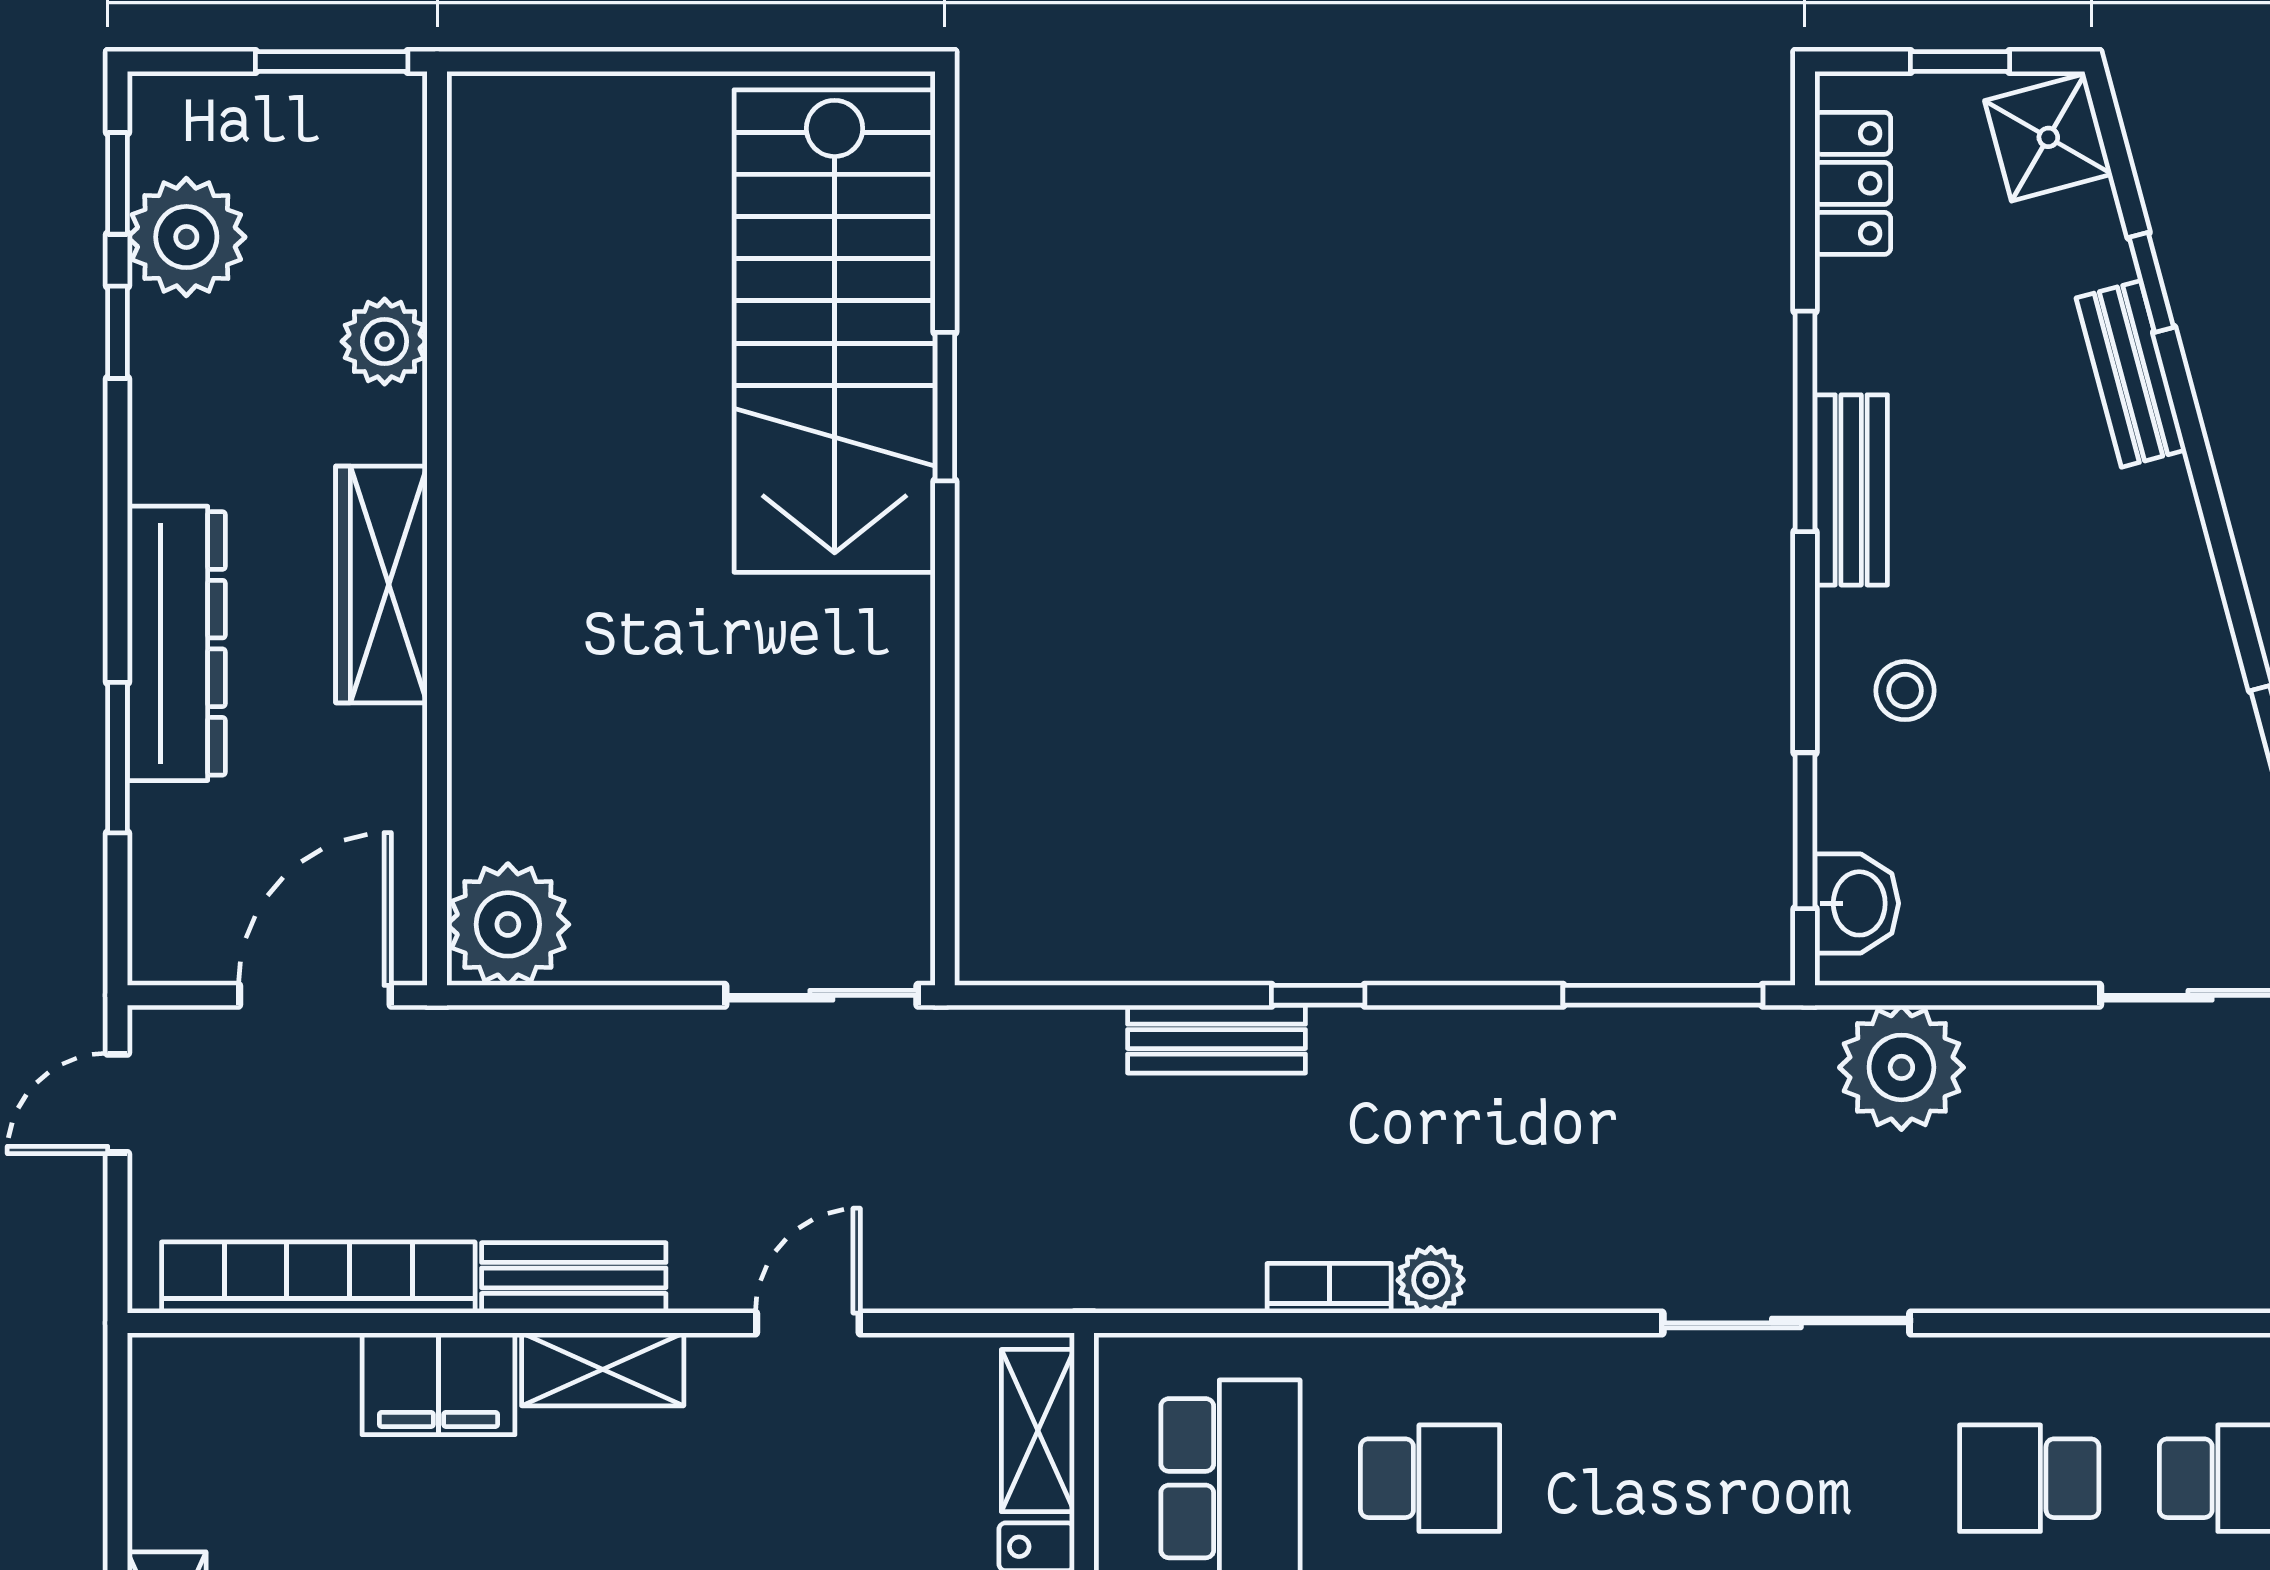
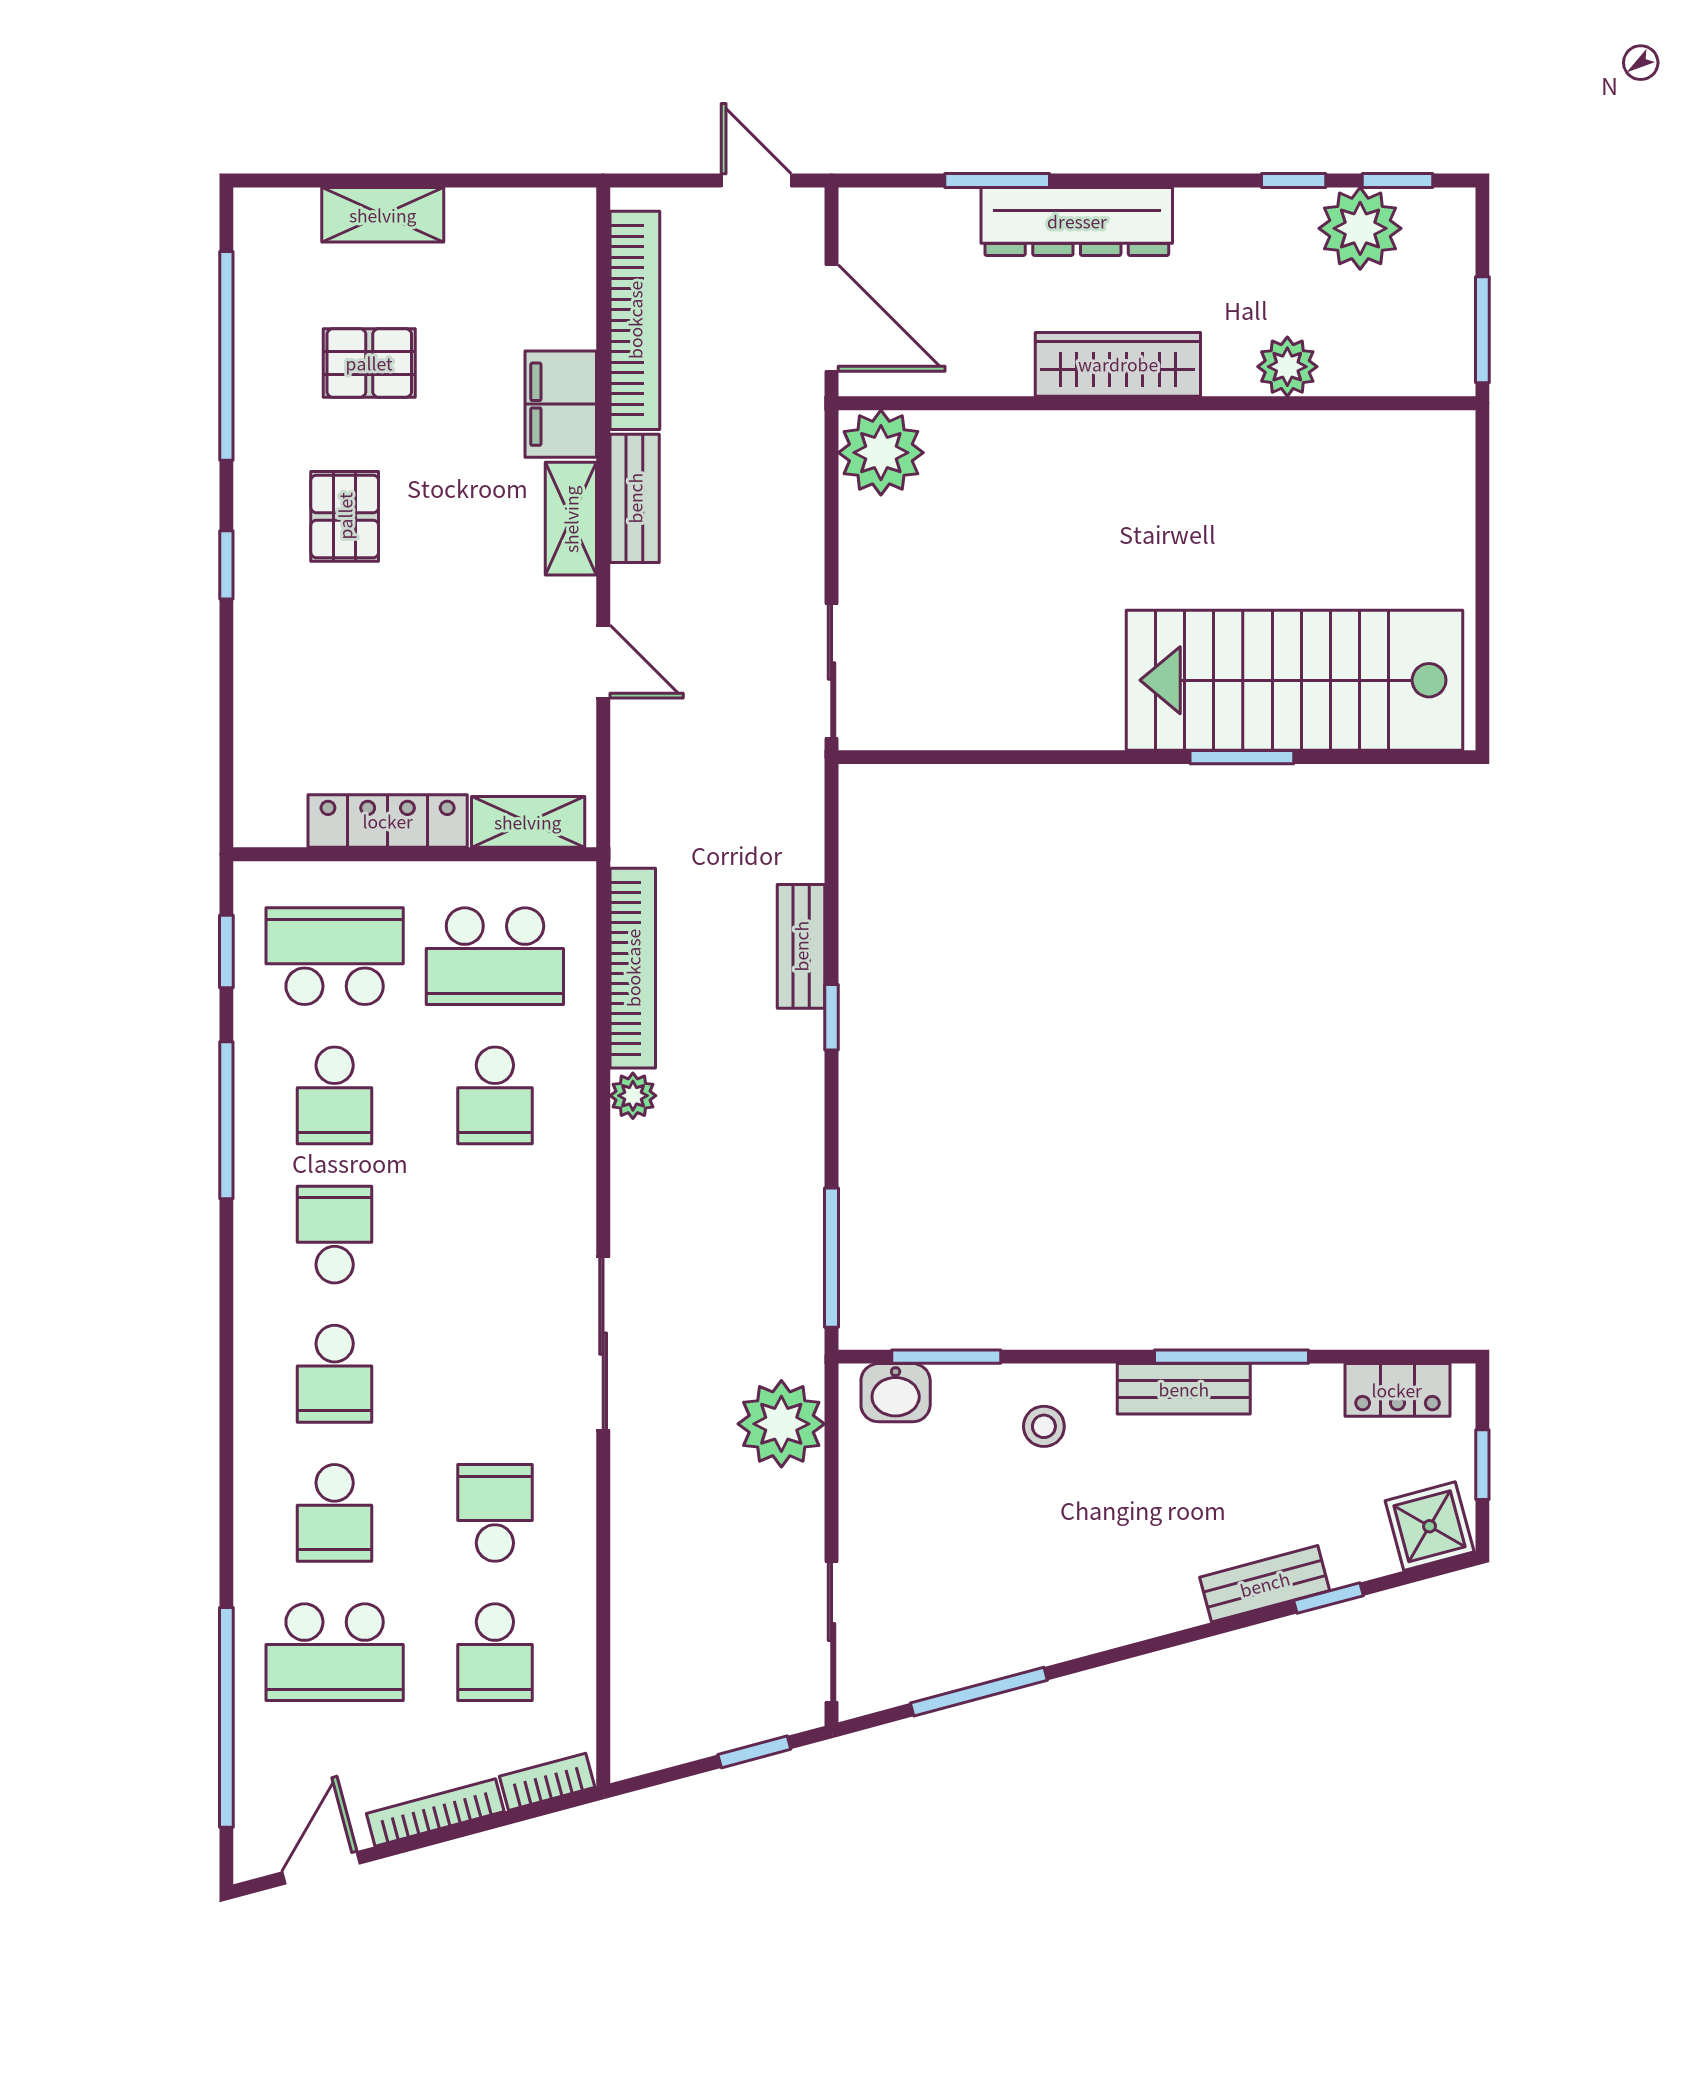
bookcase: (1329, 1288) -> (633, 968), width x2.31, depth x1.31

